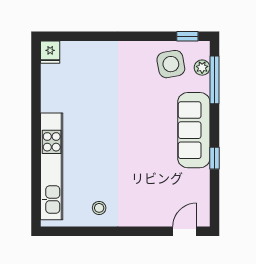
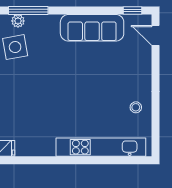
sofa: (194, 130) -> (92, 28), moved
window: (214, 158) -> (133, 10), moved

